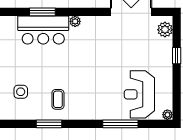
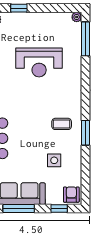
reception desk: (139, 94) -> (39, 62), moved
window: (120, 124) -> (86, 39), moved

